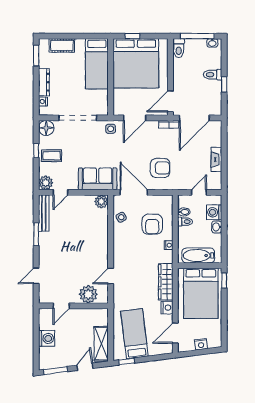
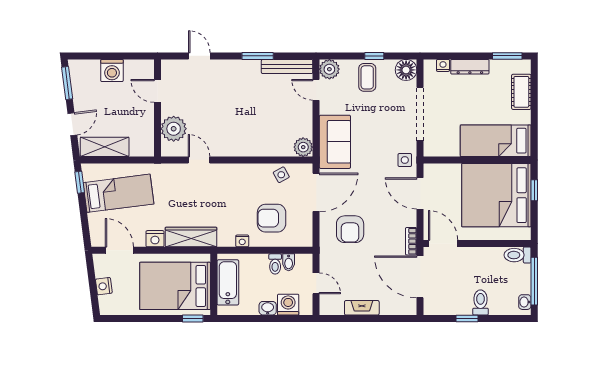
door: (85, 367) -> (72, 124), hinge flipped

